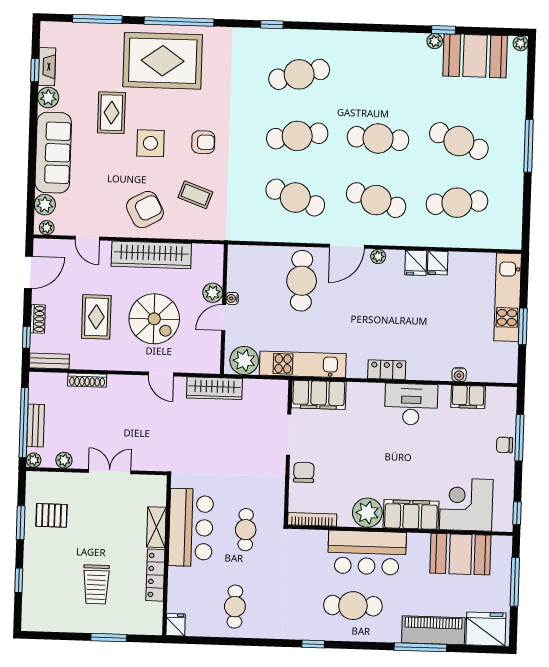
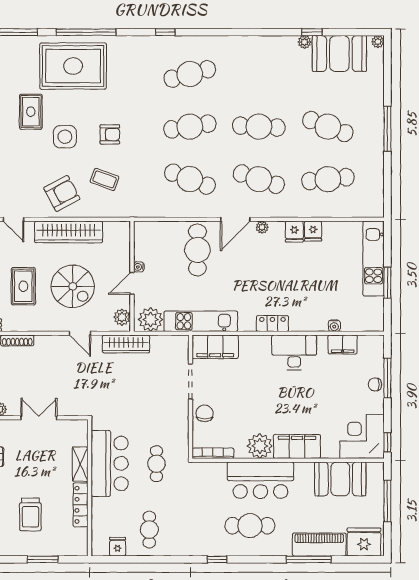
plant: (213, 293) -> (122, 317), moved
corner desk: (466, 504) -> (362, 436), moved
fridge: (176, 625) -> (118, 547), moved

